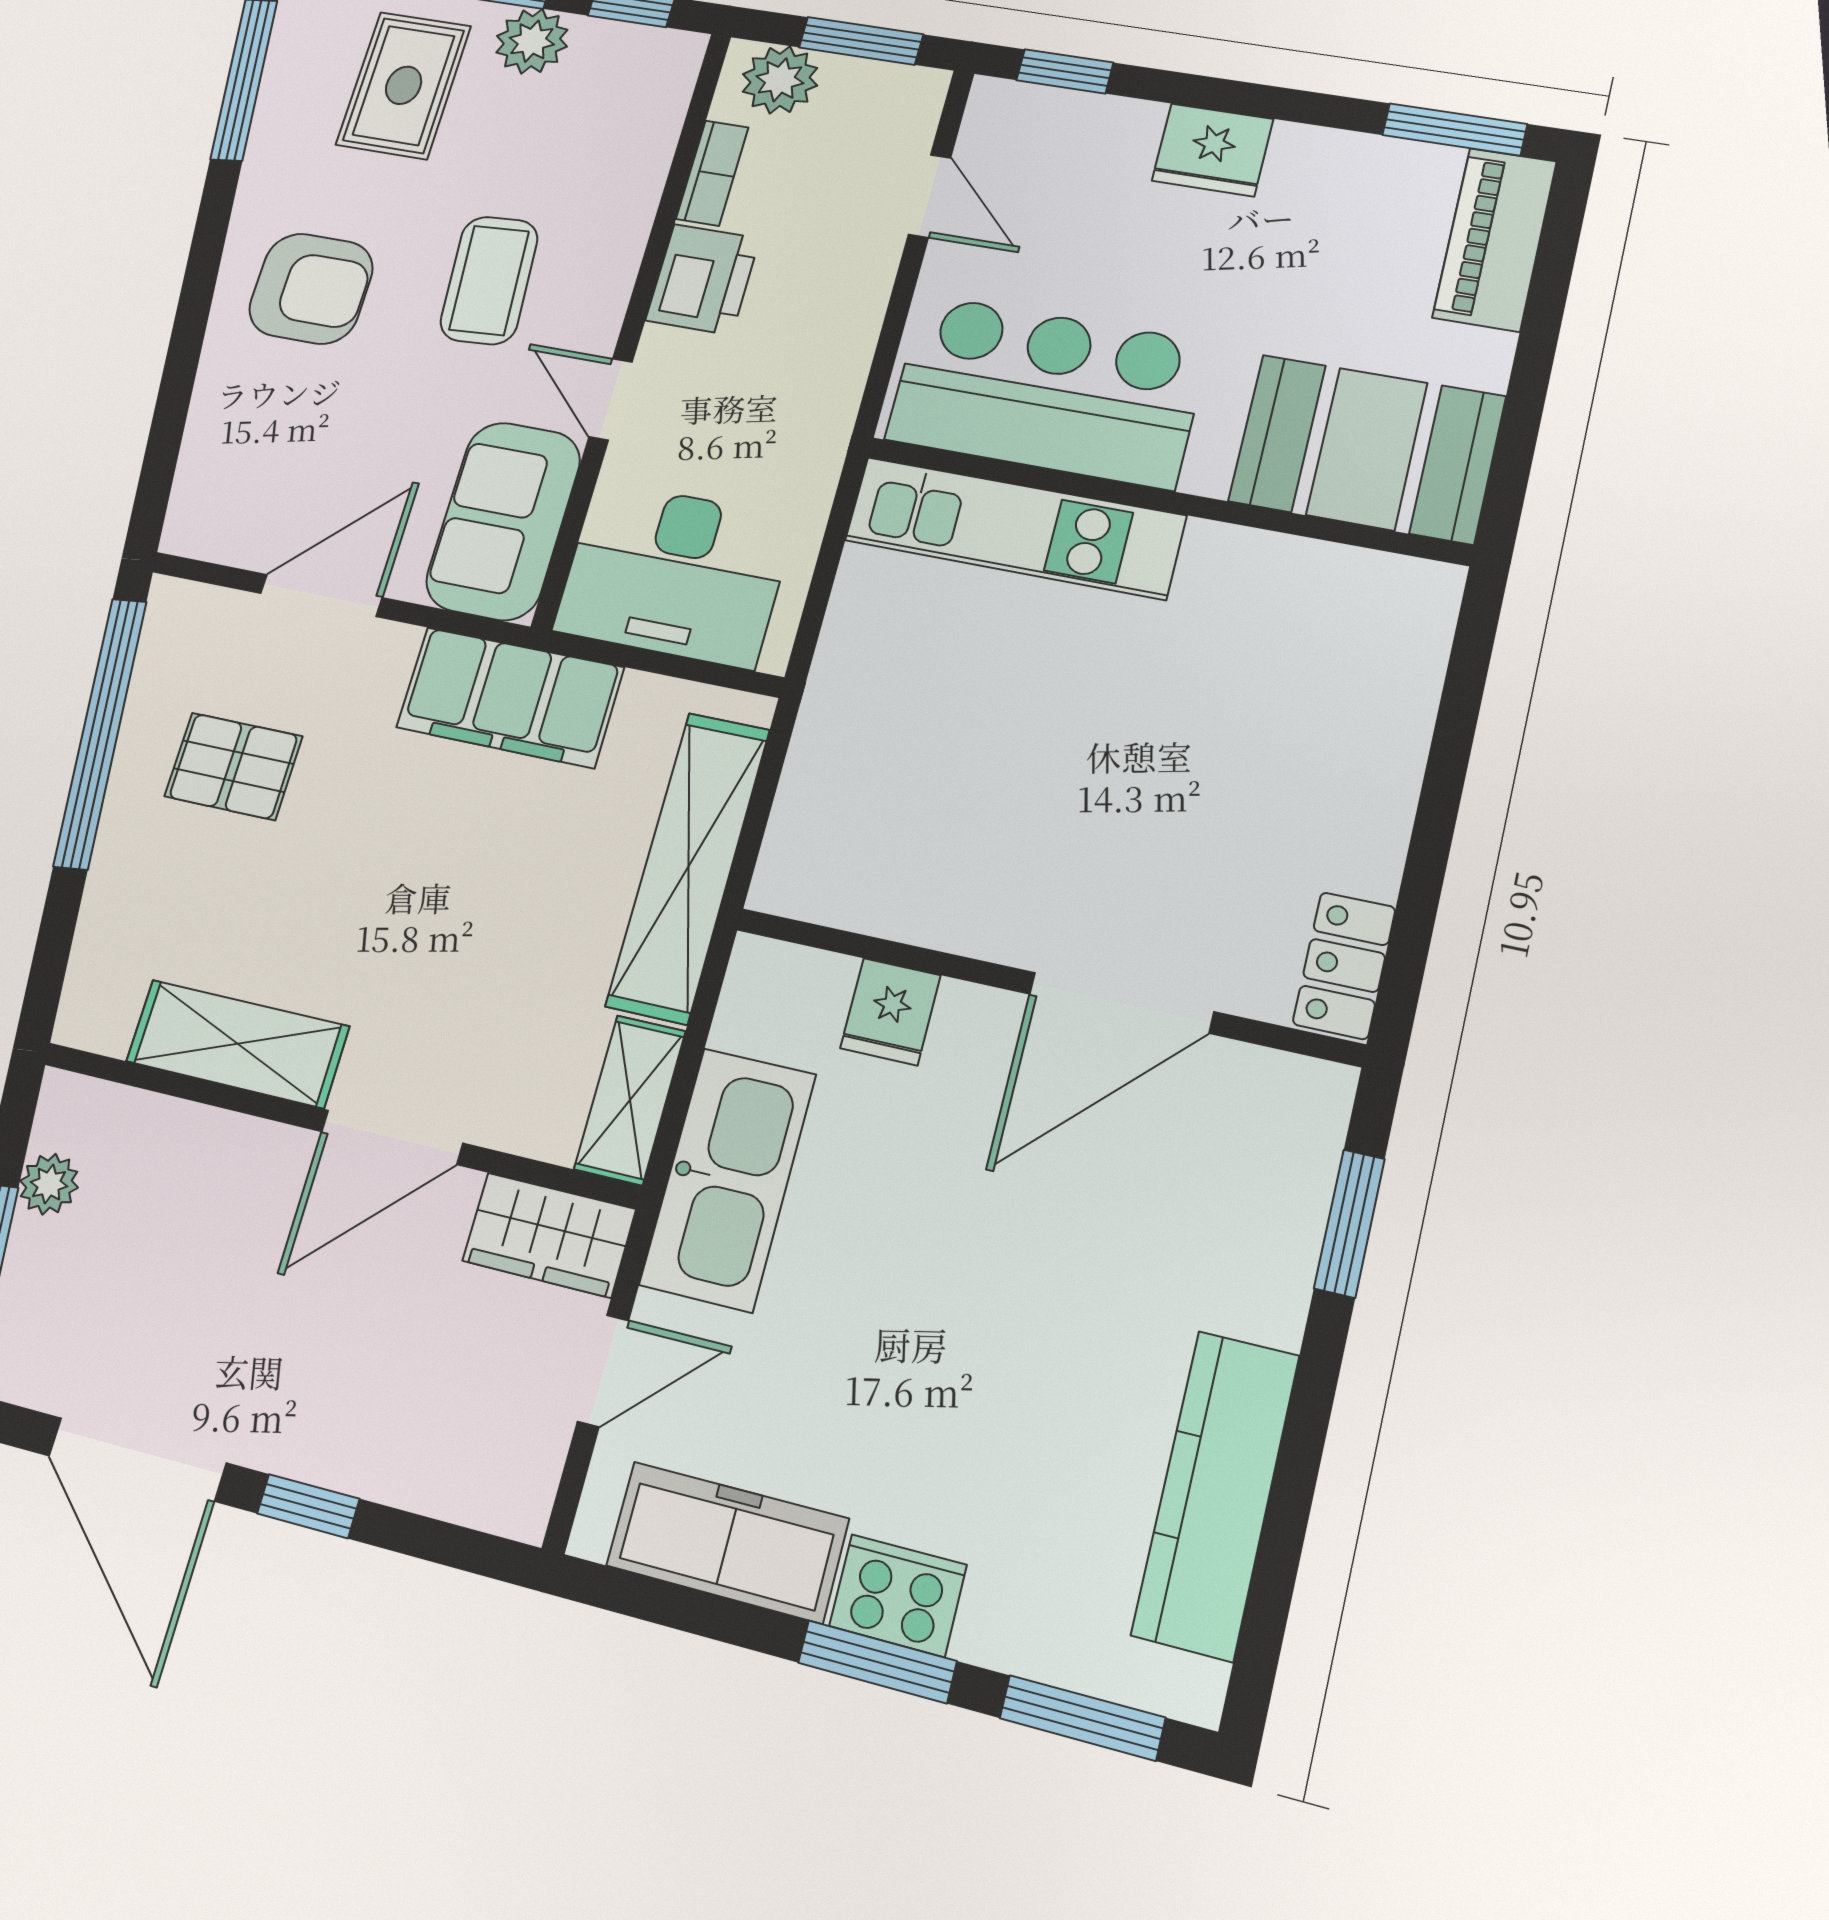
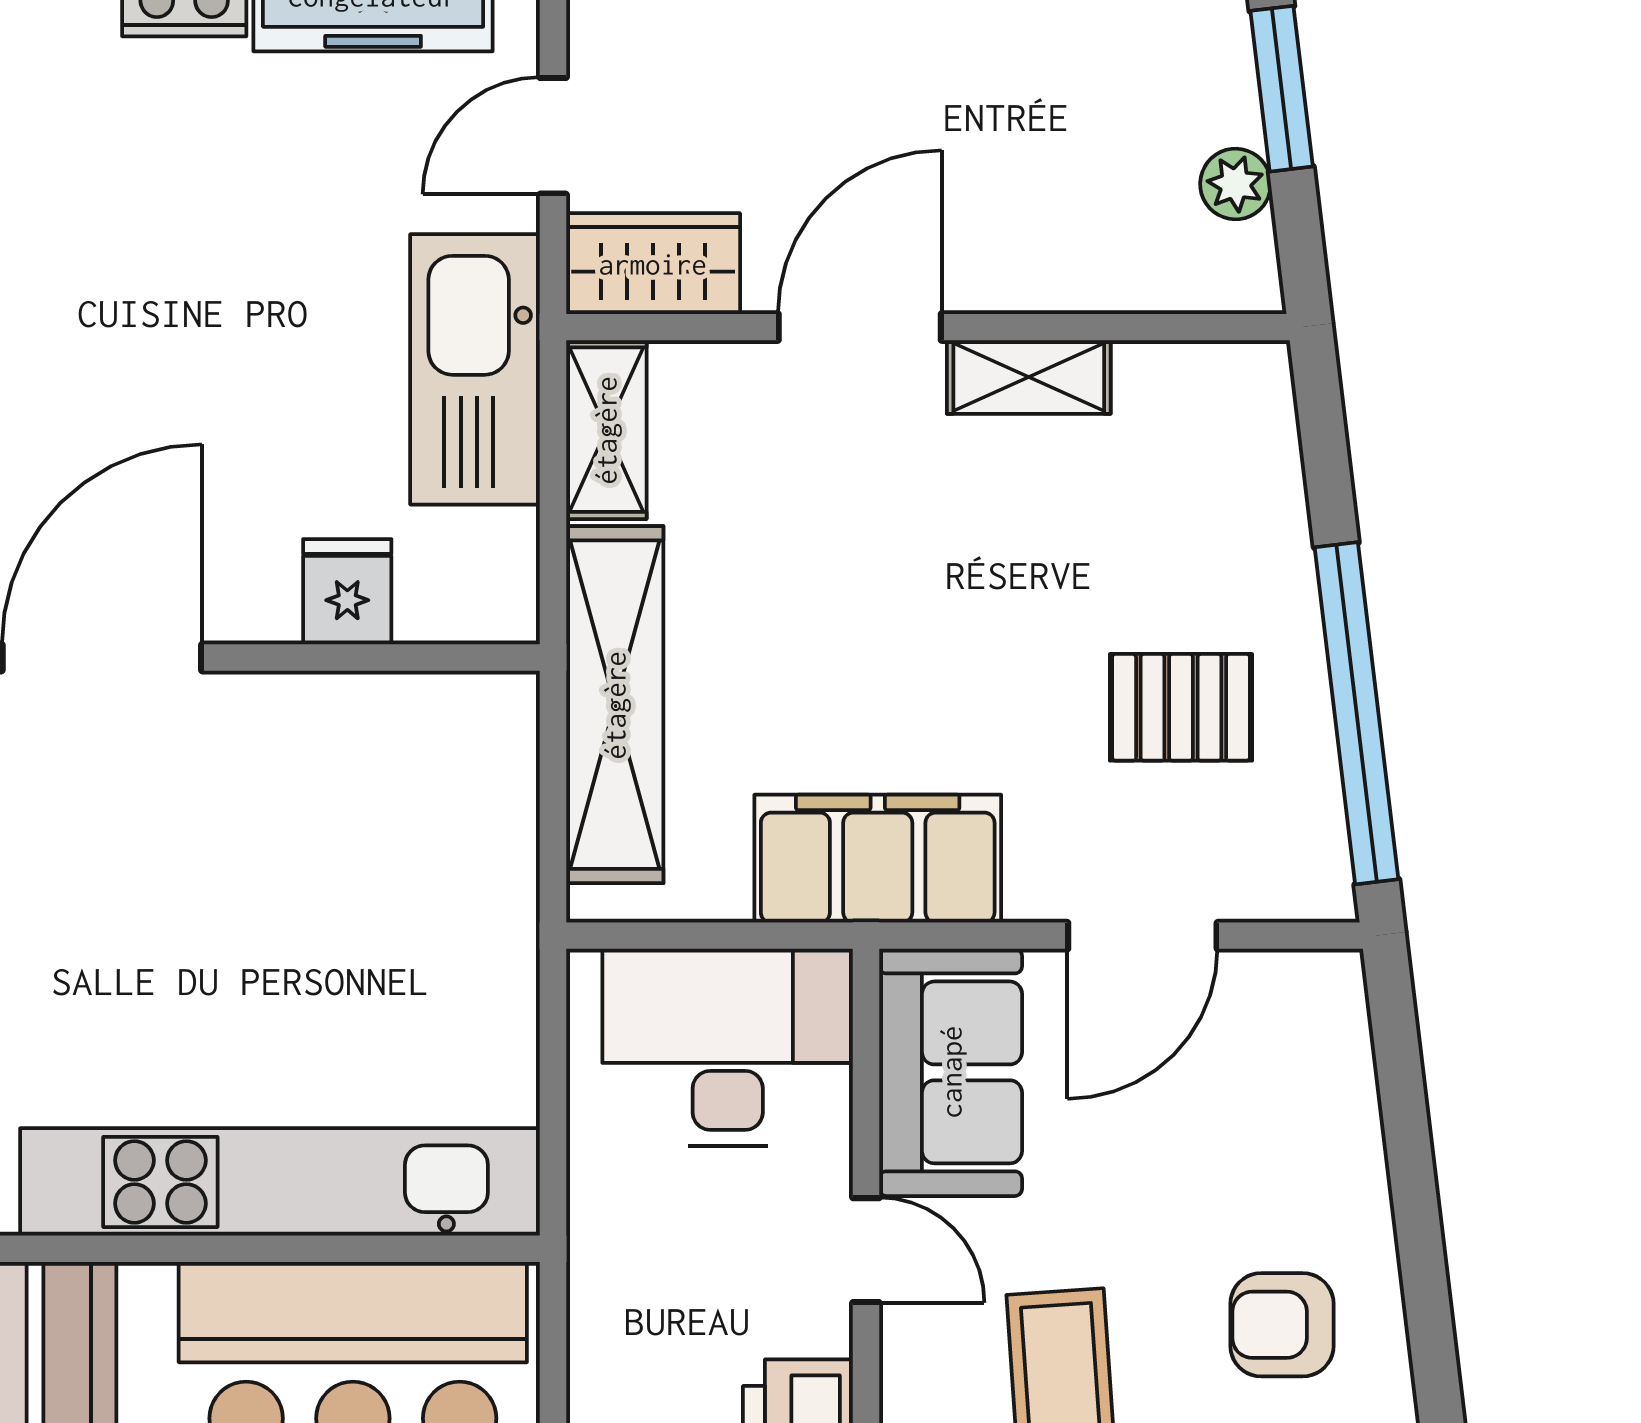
armchair: (311, 289) -> (1282, 1325), width x0.72, depth x0.72
kitchen unit: (1015, 528) -> (280, 1182), width x1.36
shelving: (238, 1044) -> (1029, 377), width x0.67, depth x0.75

